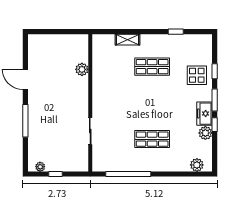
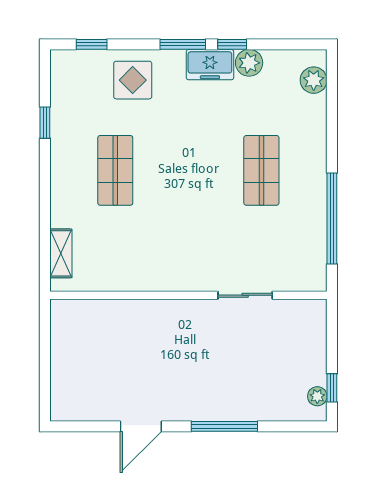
shelving: (127, 40) -> (61, 253), moved
plant: (82, 69) -> (121, 312), removed
window: (215, 71) -> (92, 44), moved
window: (55, 174) -> (332, 388), moved

